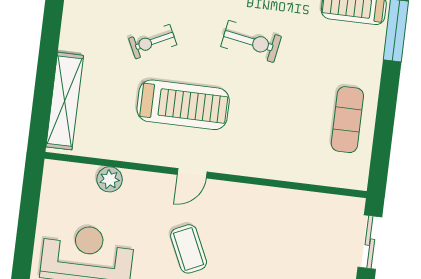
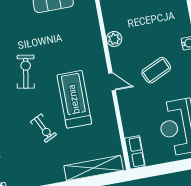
row of seats: (69, 174) -> (135, 152), added
plant: (110, 179) -> (114, 39), moved

